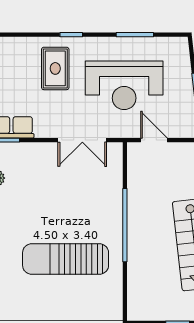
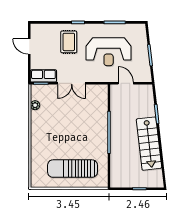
double door: (82, 140) -> (72, 83), moved
sun lounger: (66, 259) -> (73, 169), moved

